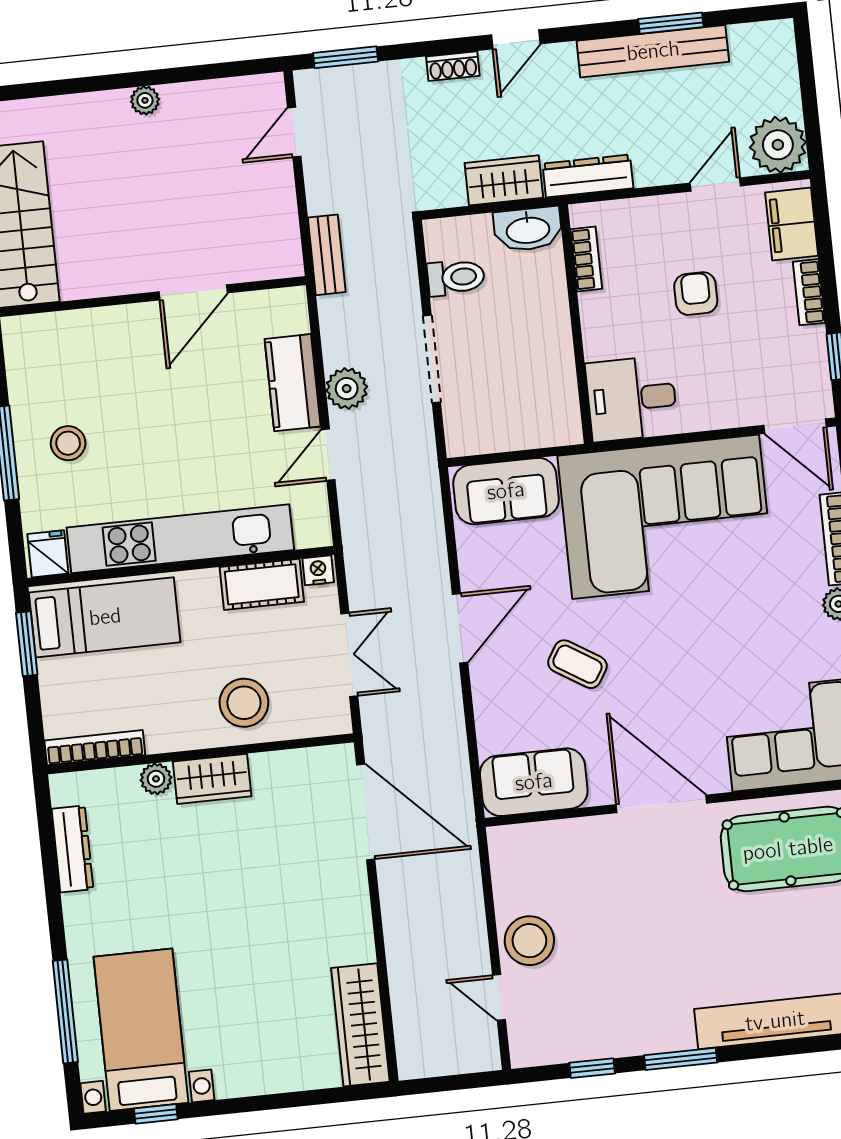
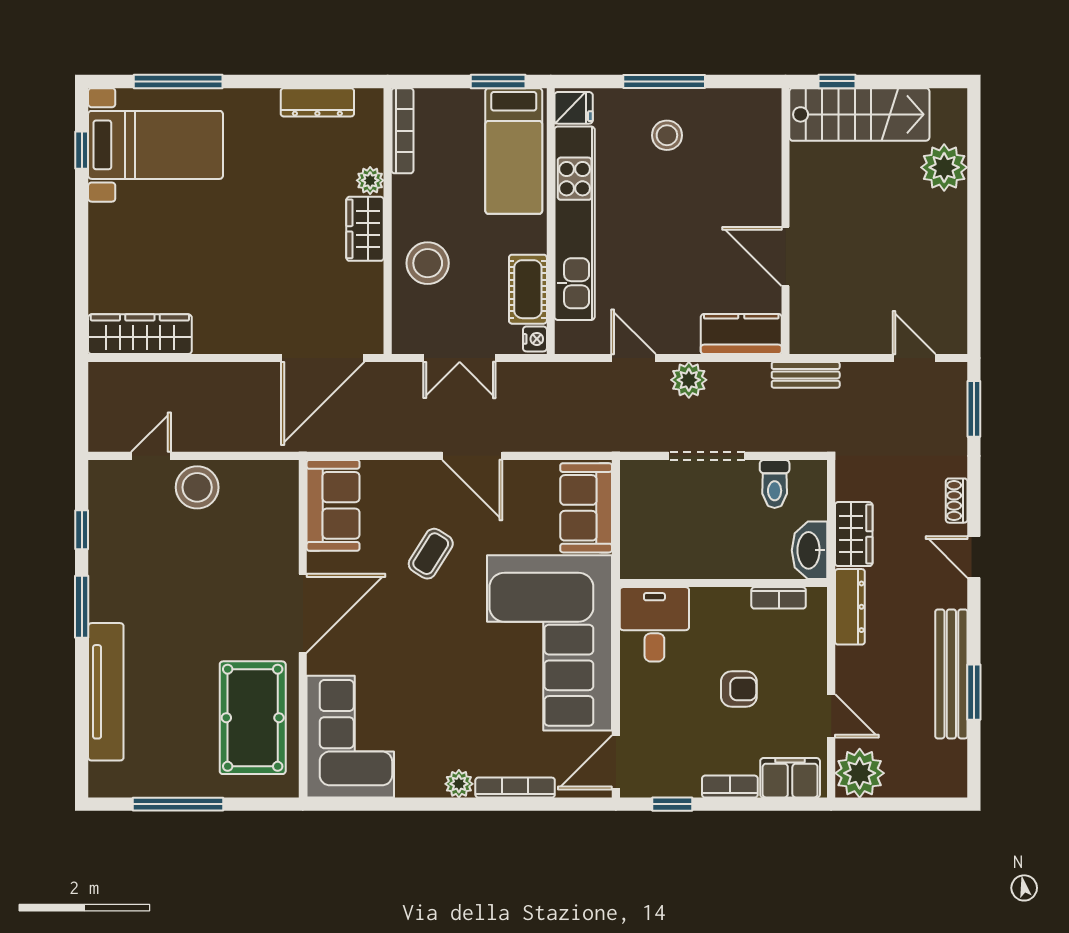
plant: (145, 100) -> (944, 167), moved, width x1.88, depth x1.88
kitchen counter: (293, 383) -> (741, 334), moved

